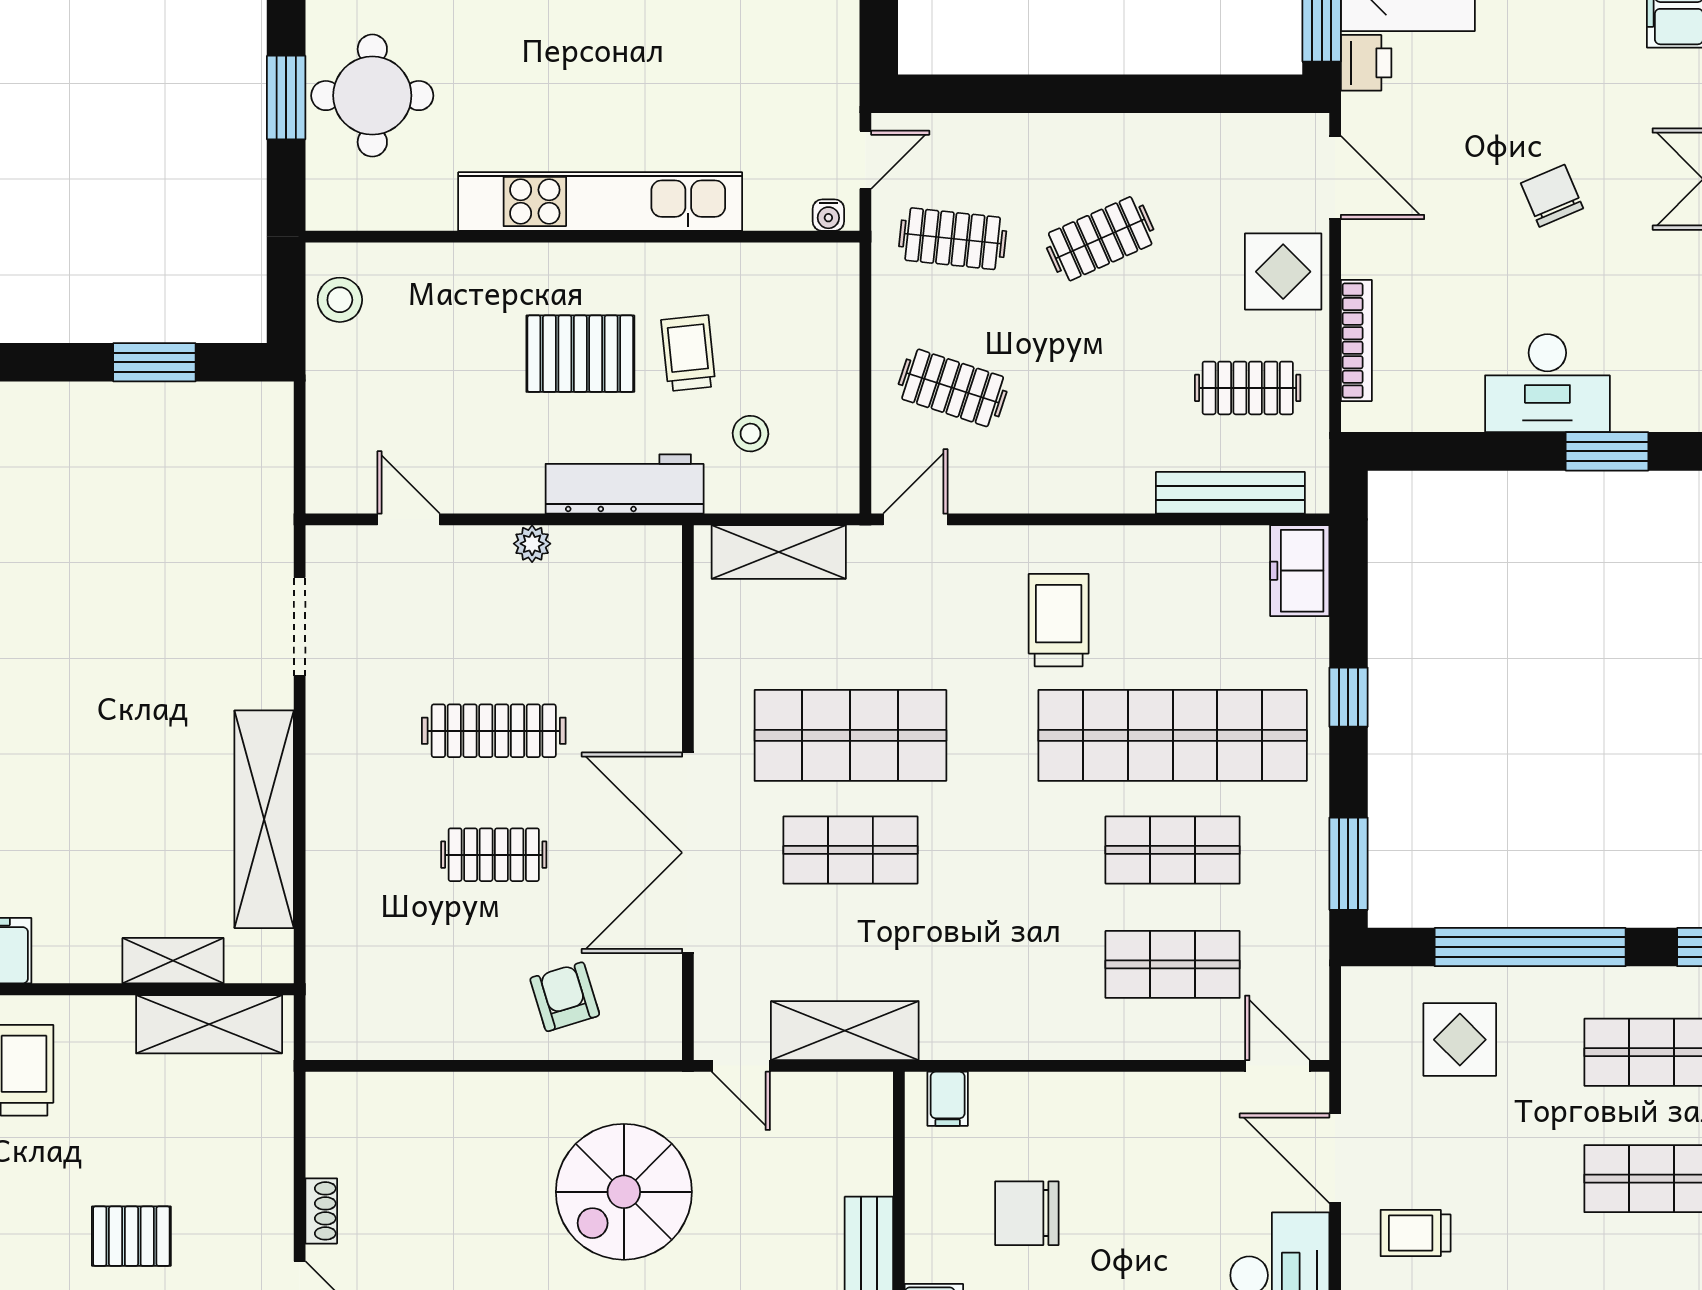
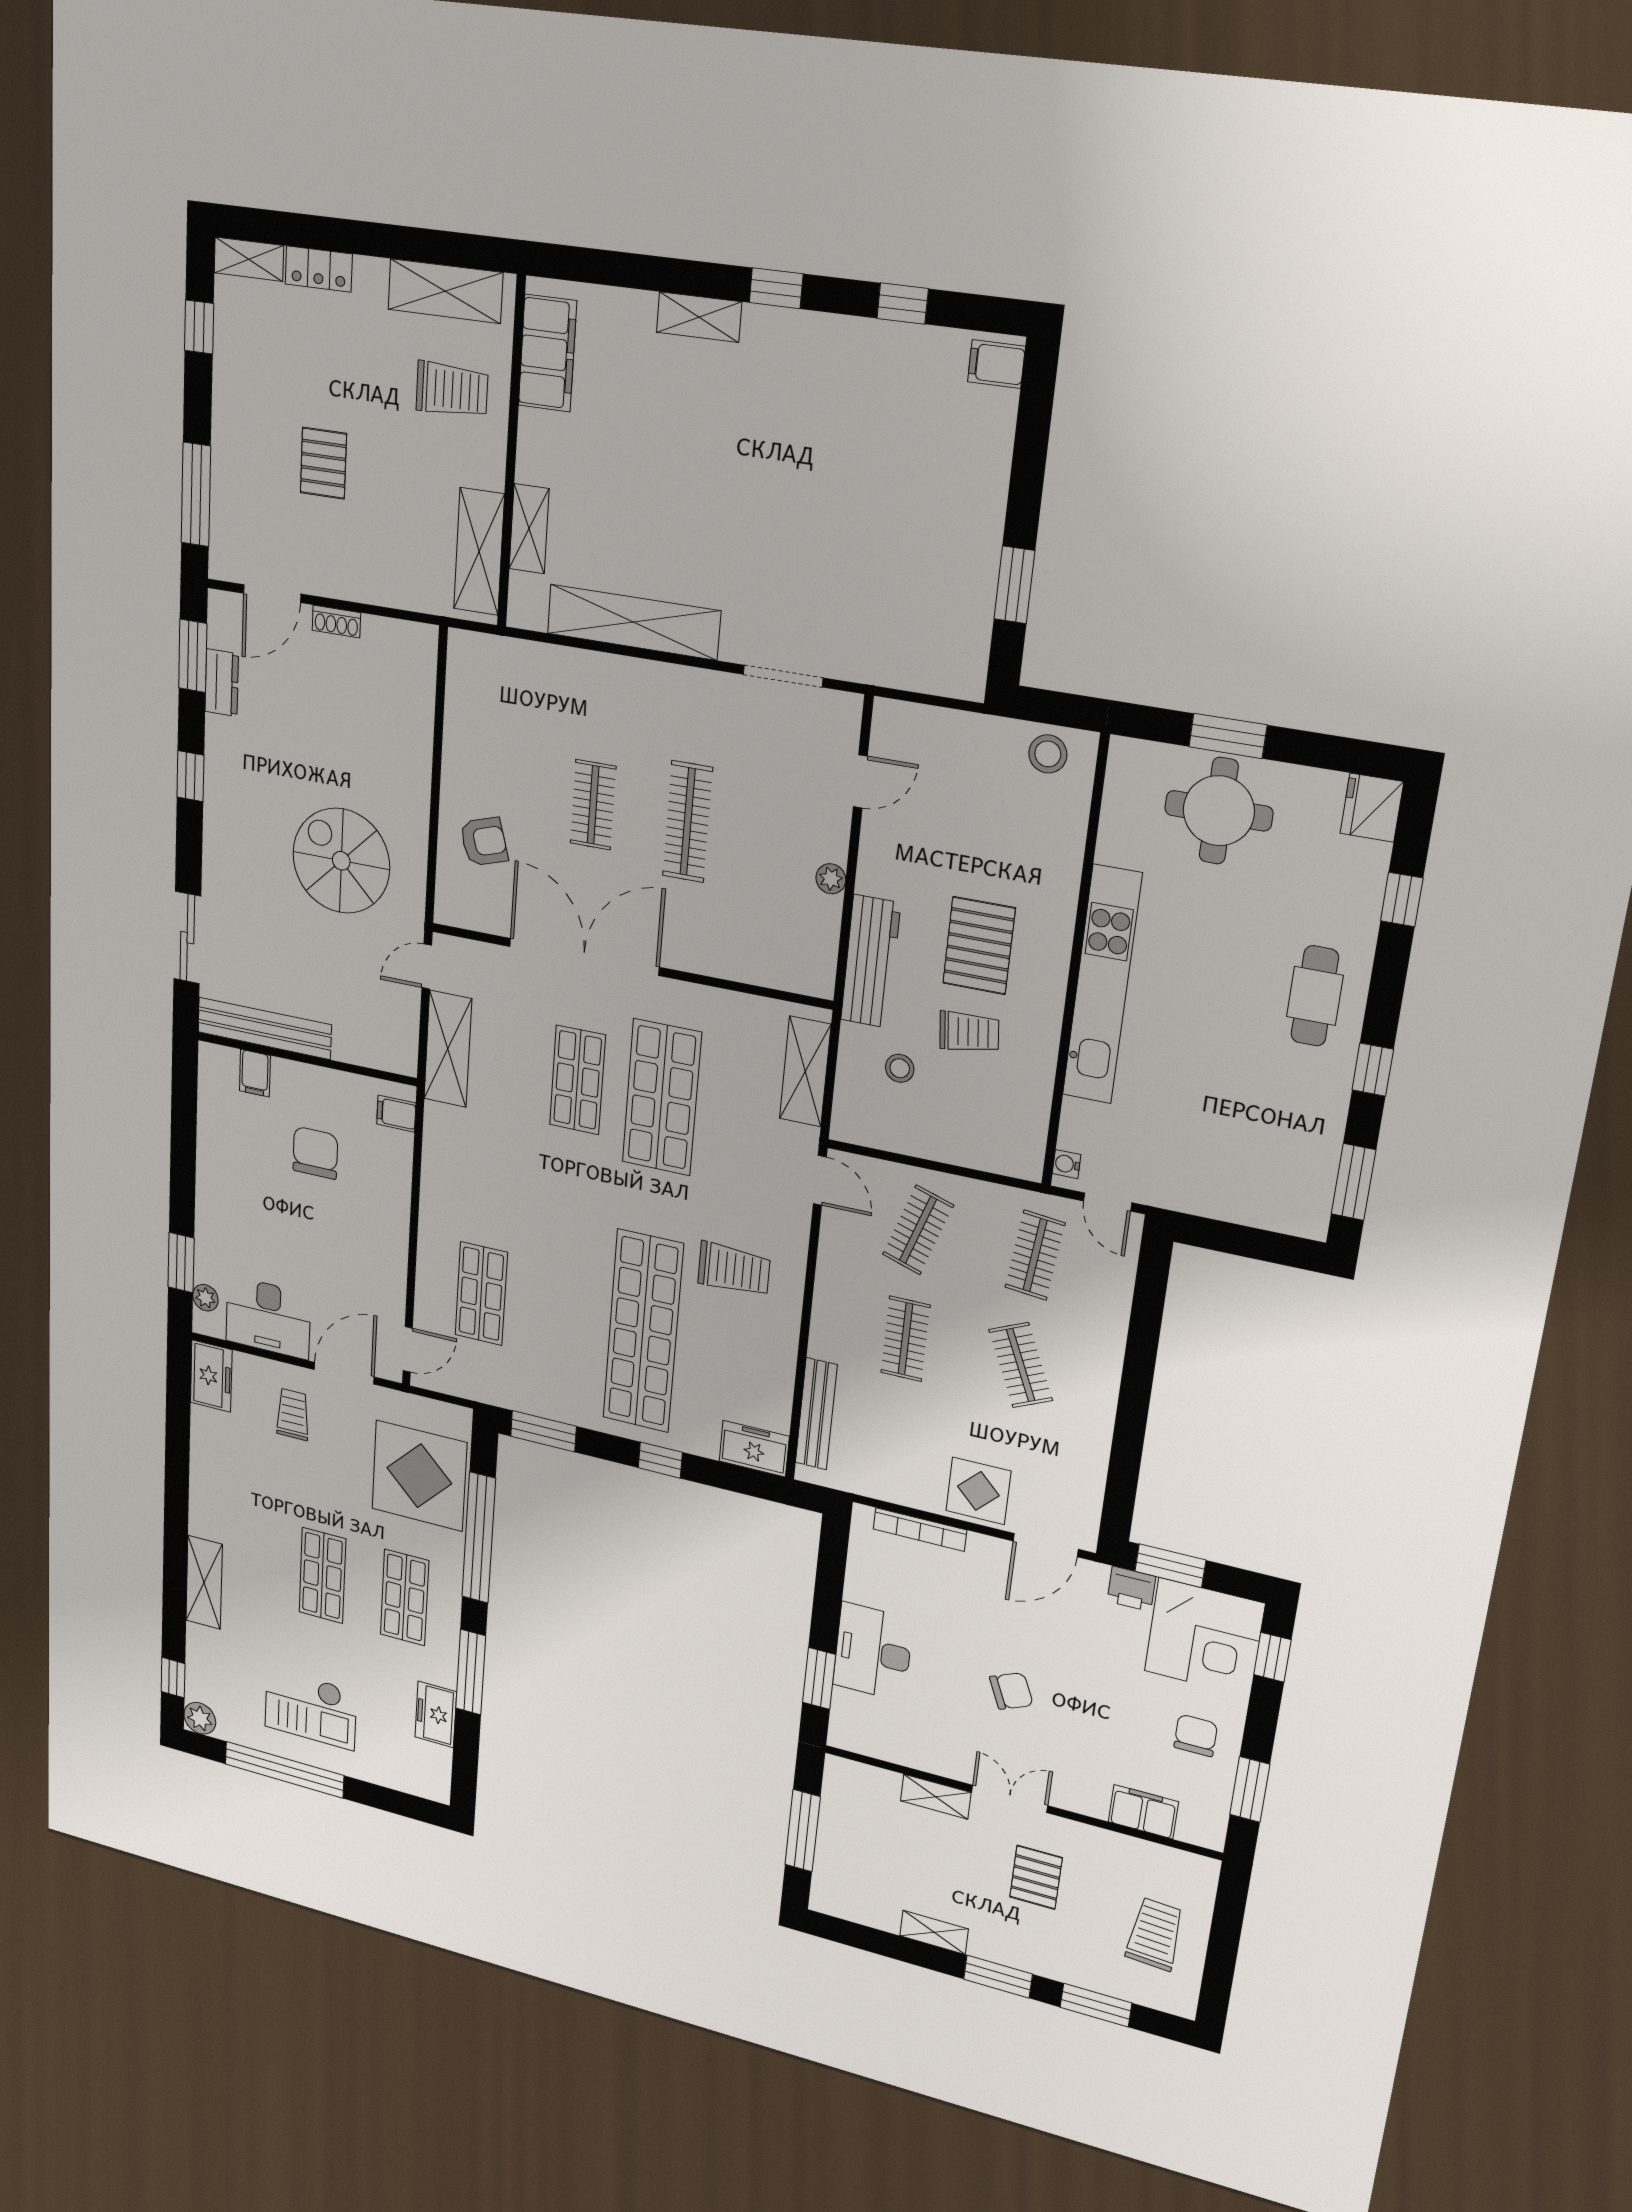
clothes rail: (1248, 388) -> (905, 1339), moved
shop shelf: (1173, 850) -> (561, 1312), removed
display table: (1460, 1040) -> (419, 1476), width x1.86, depth x1.86

